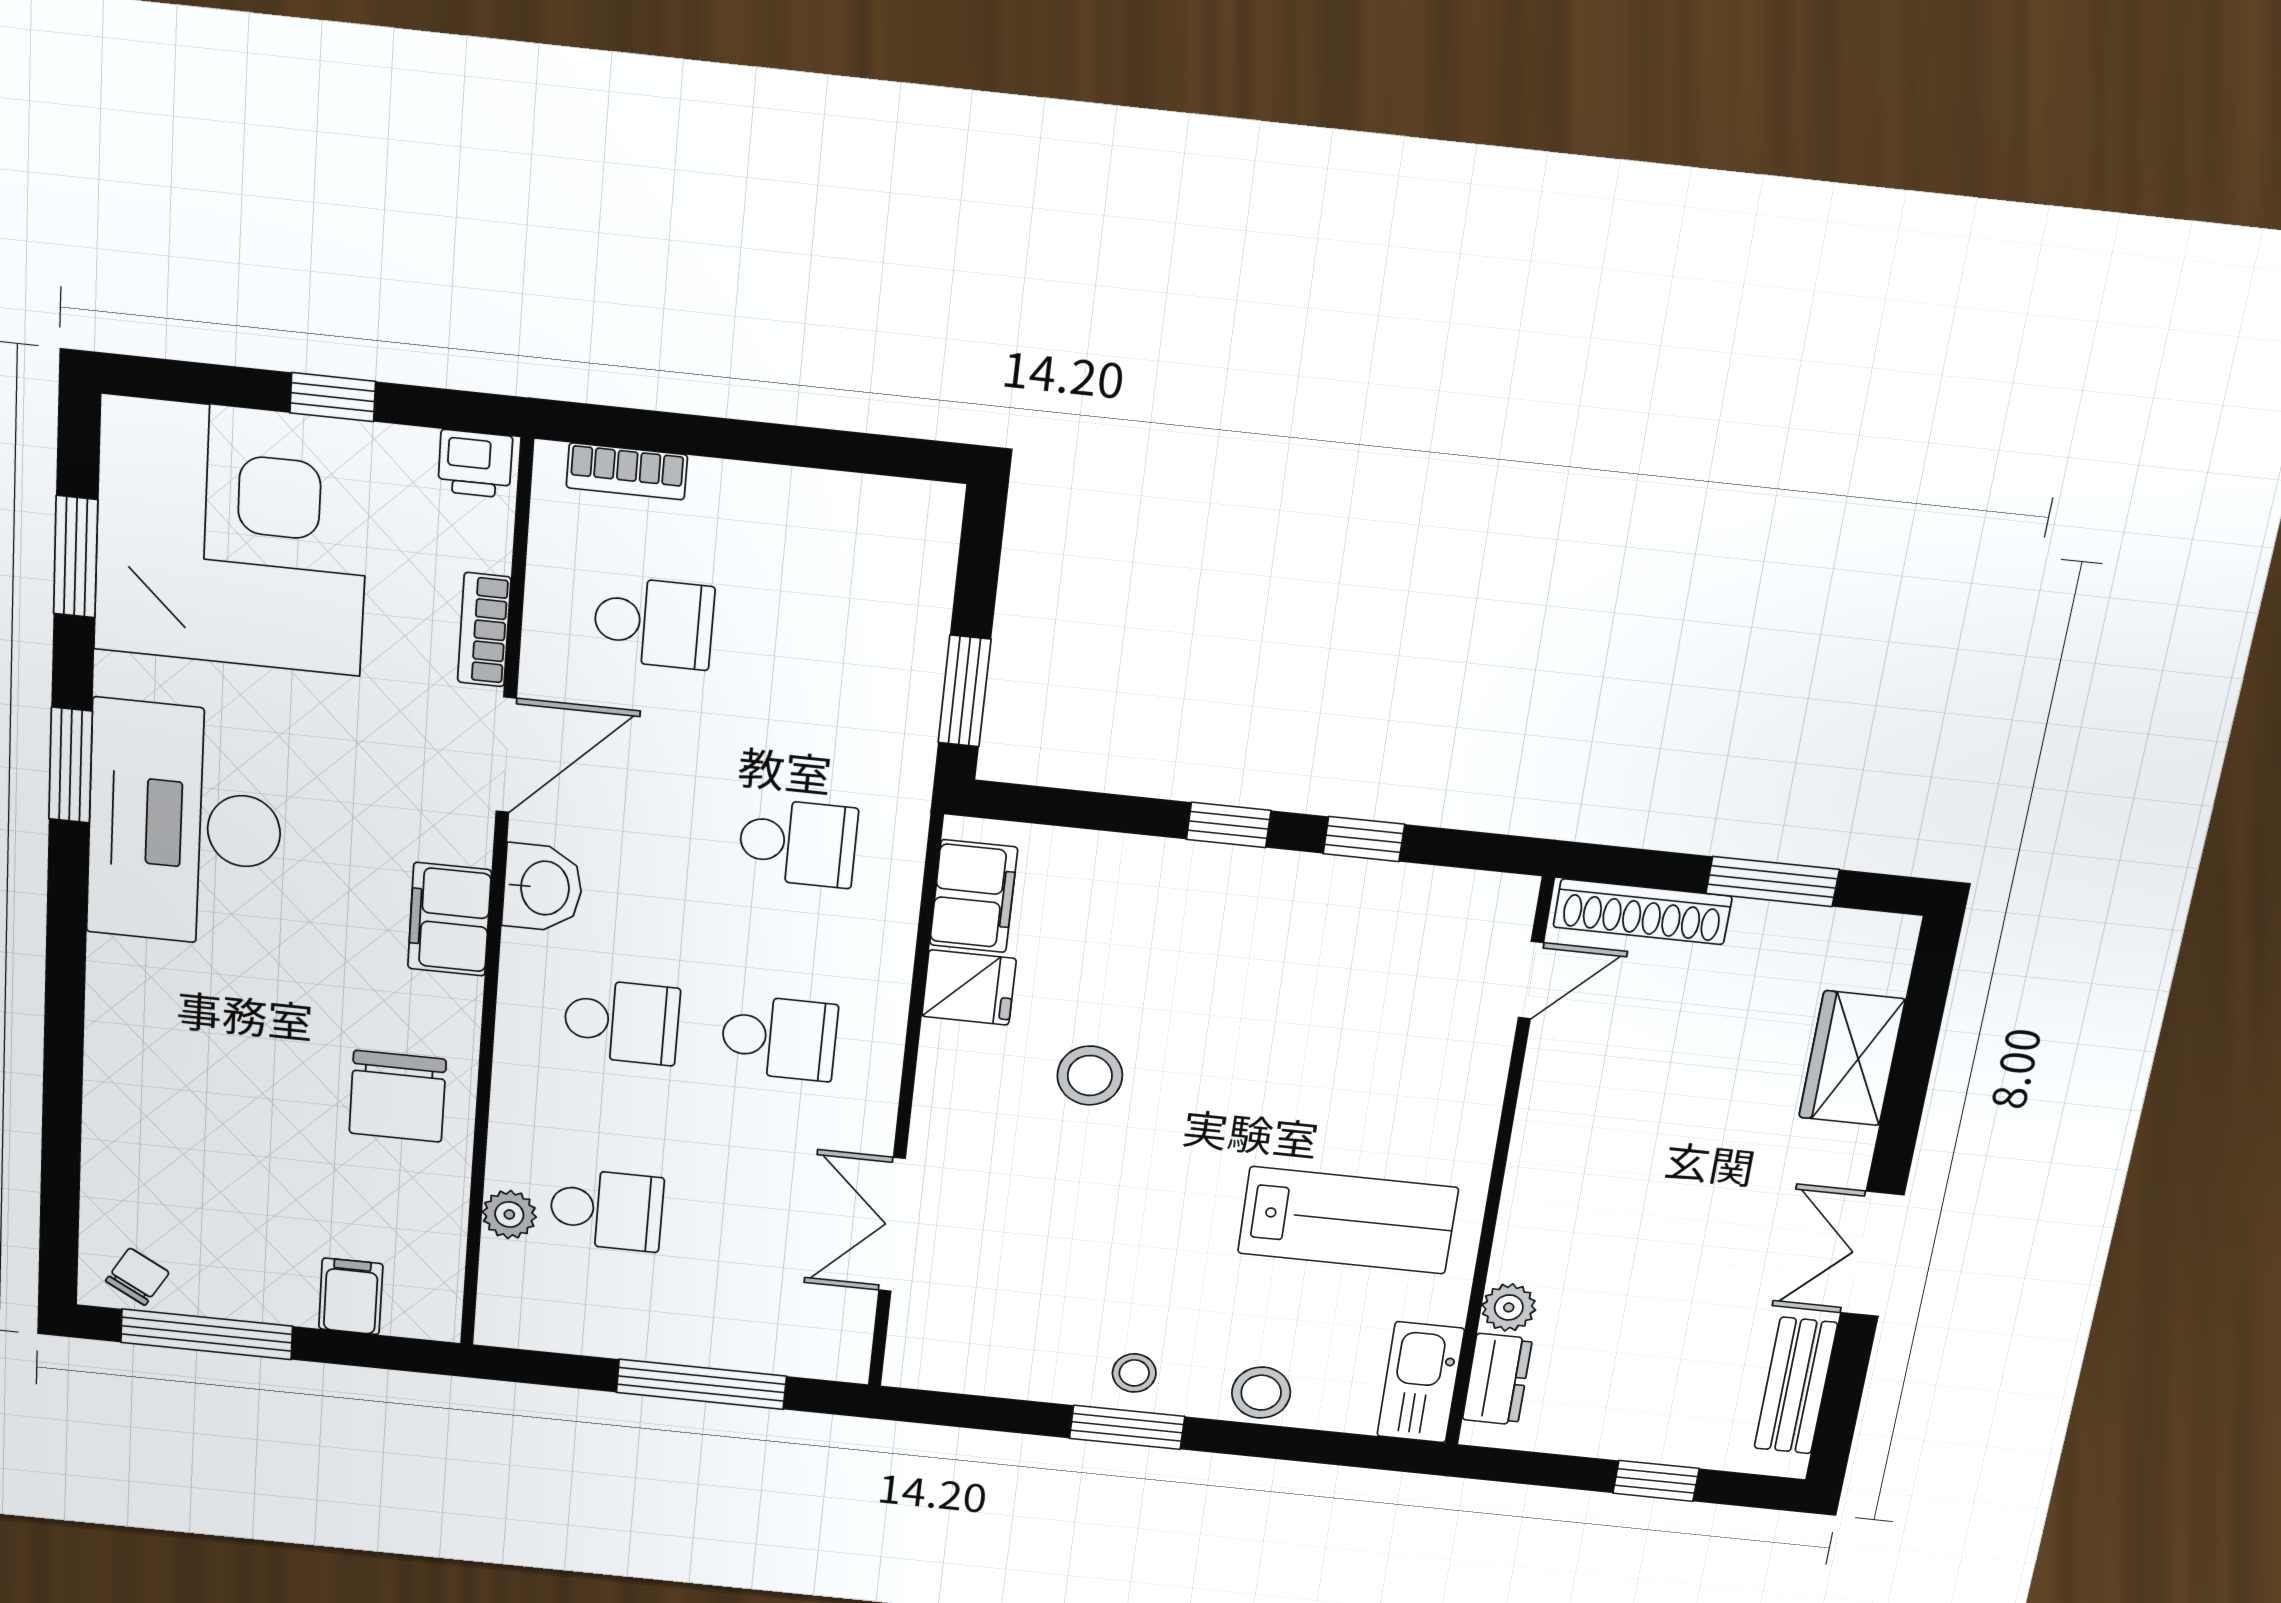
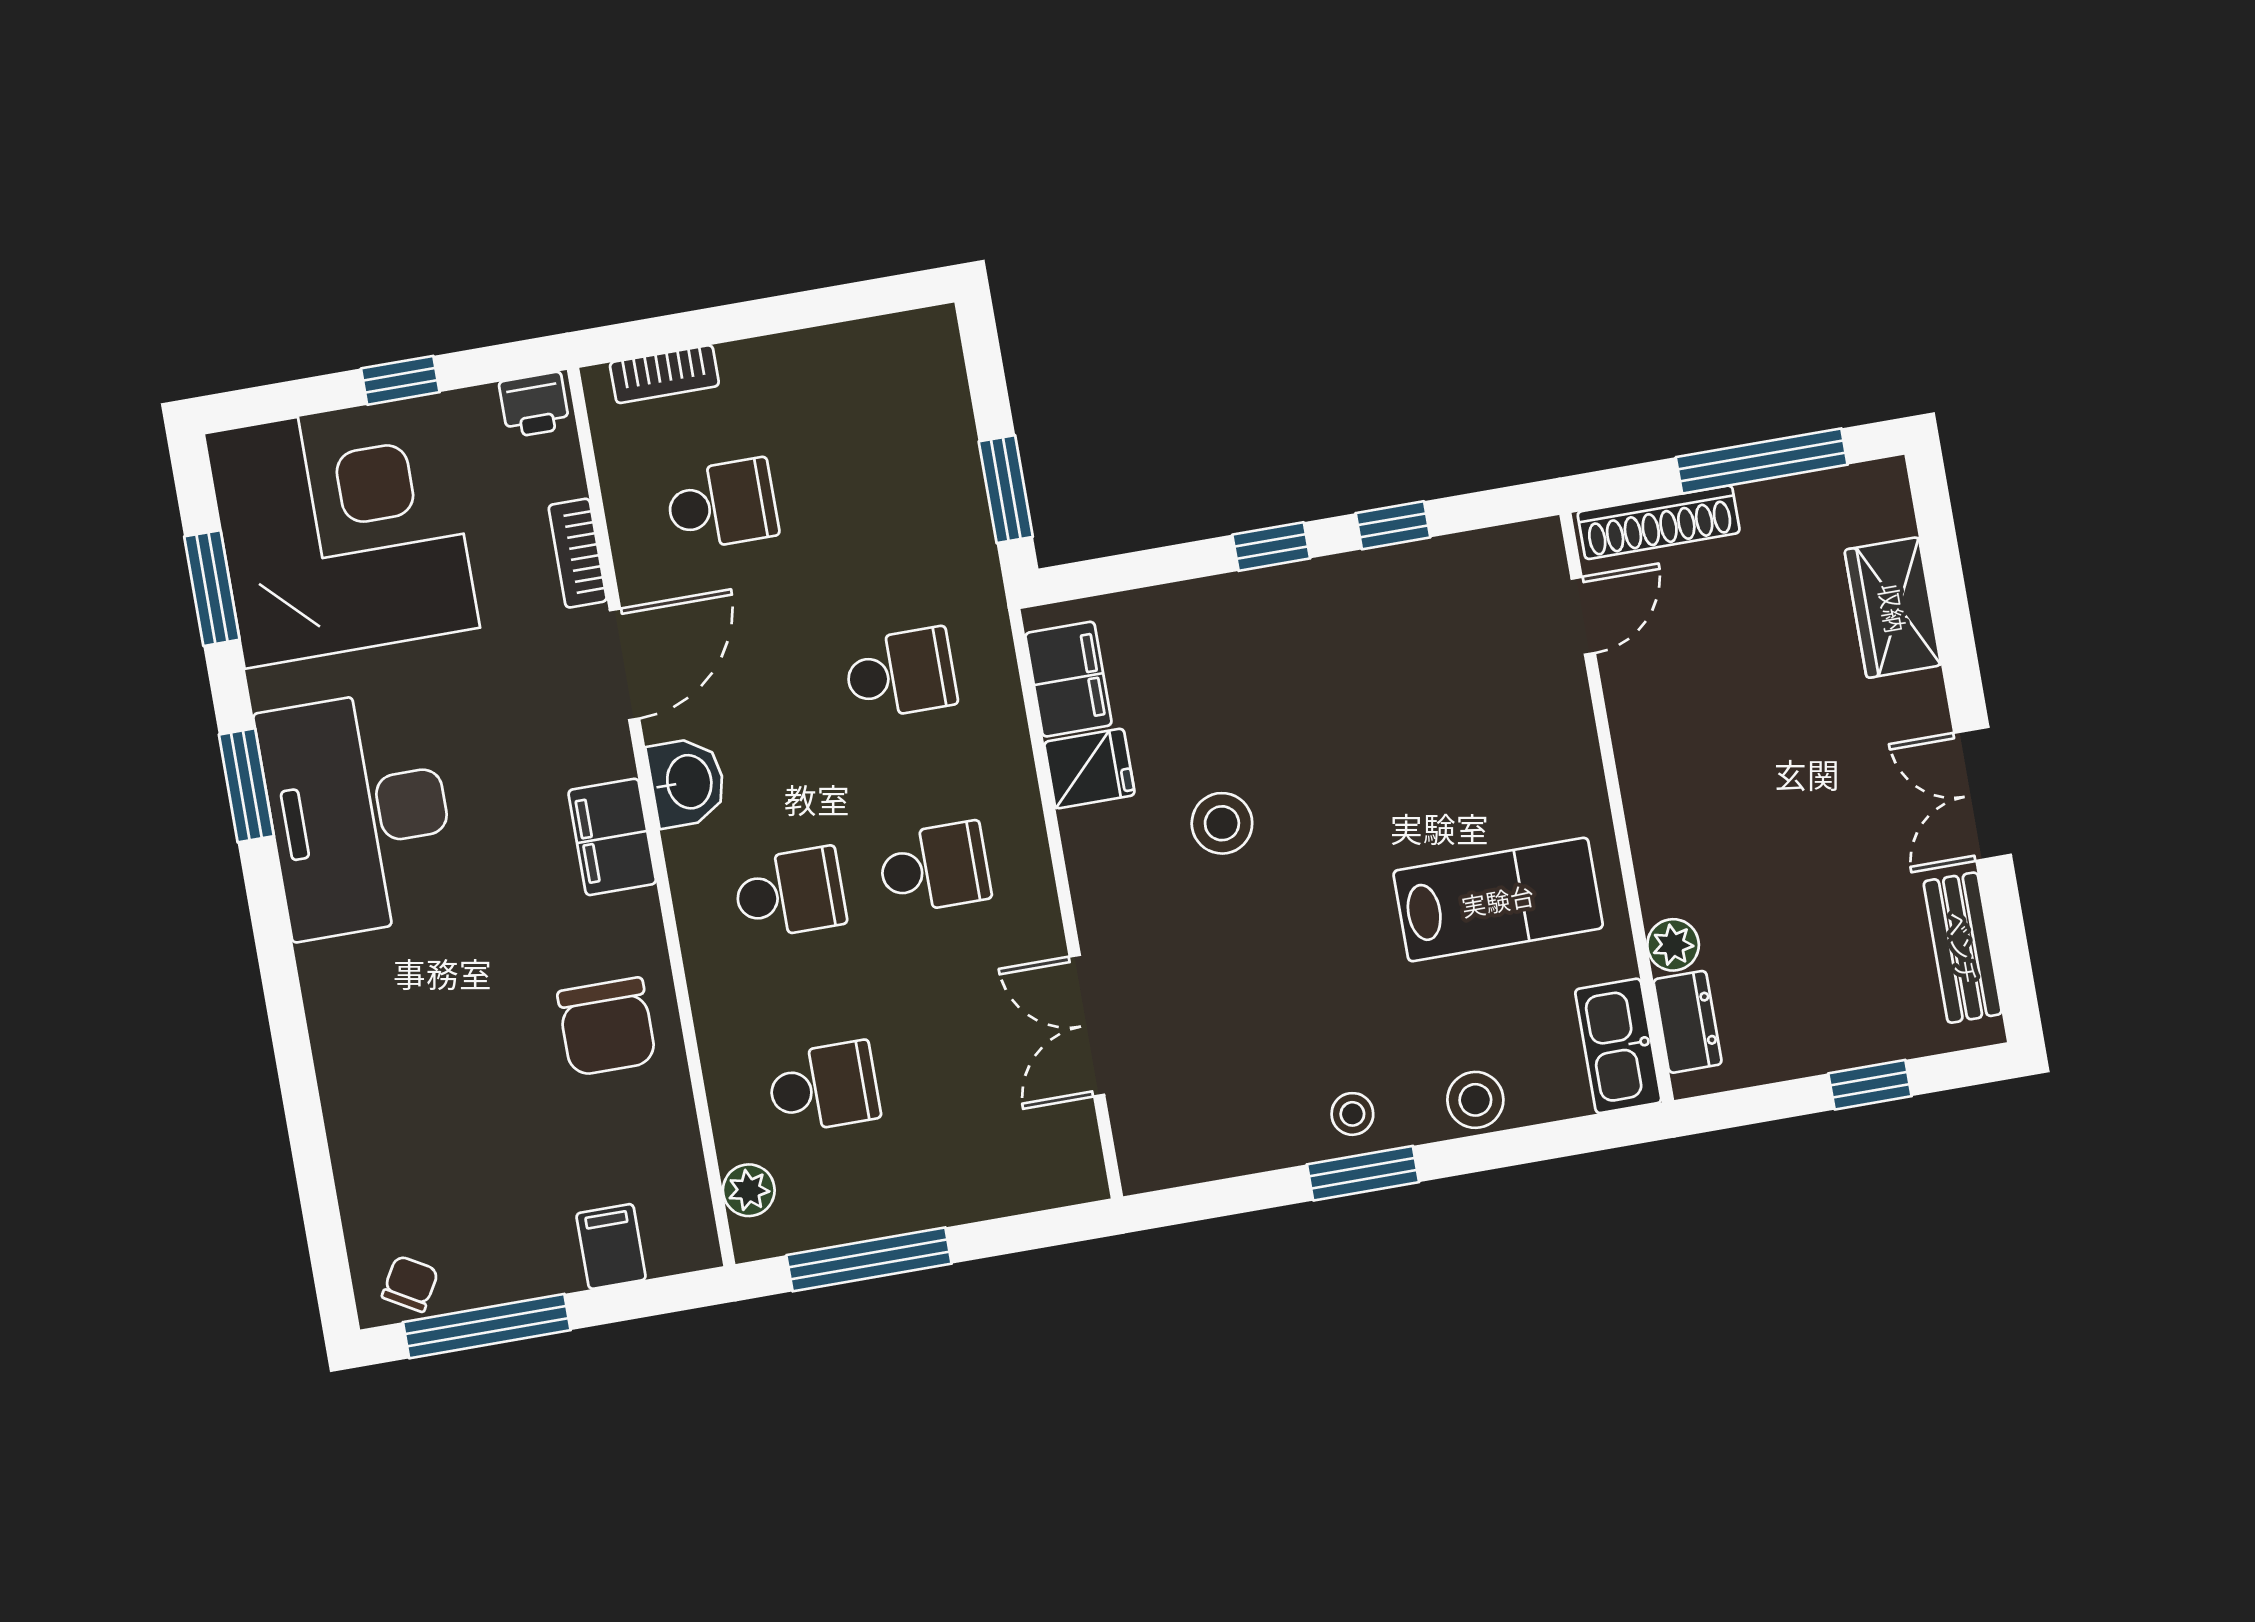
window: (1772, 881) -> (1762, 461), width x1.44
plant: (509, 1214) -> (749, 1190), moved
window: (701, 1384) -> (869, 1259), moved

